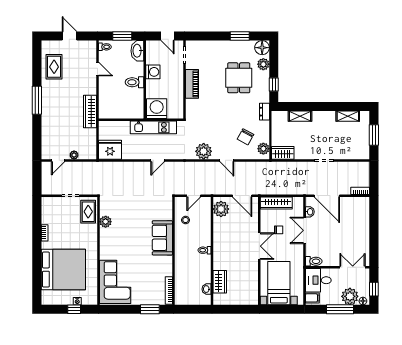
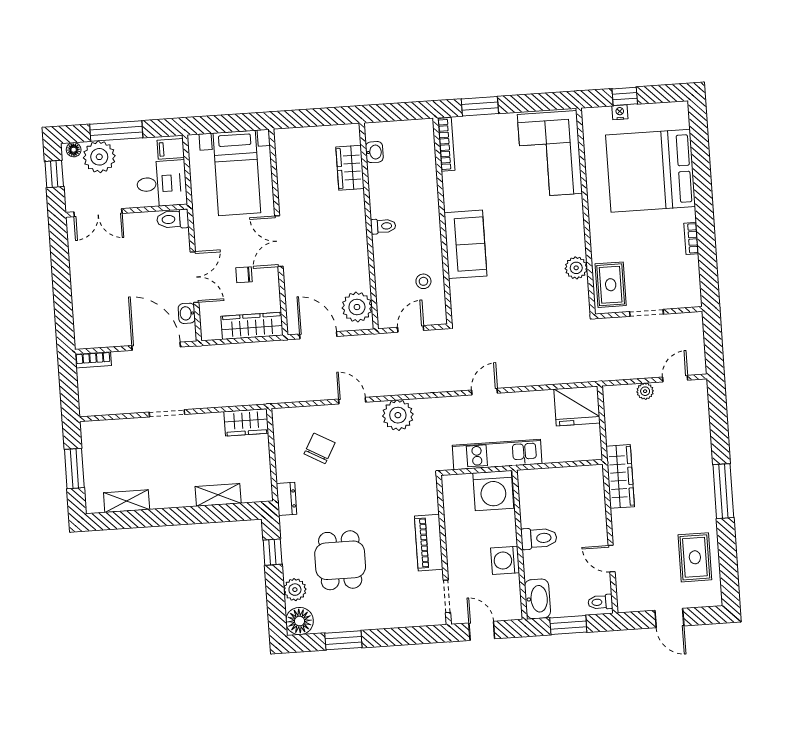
plant: (263, 149) -> (284, 428), removed

